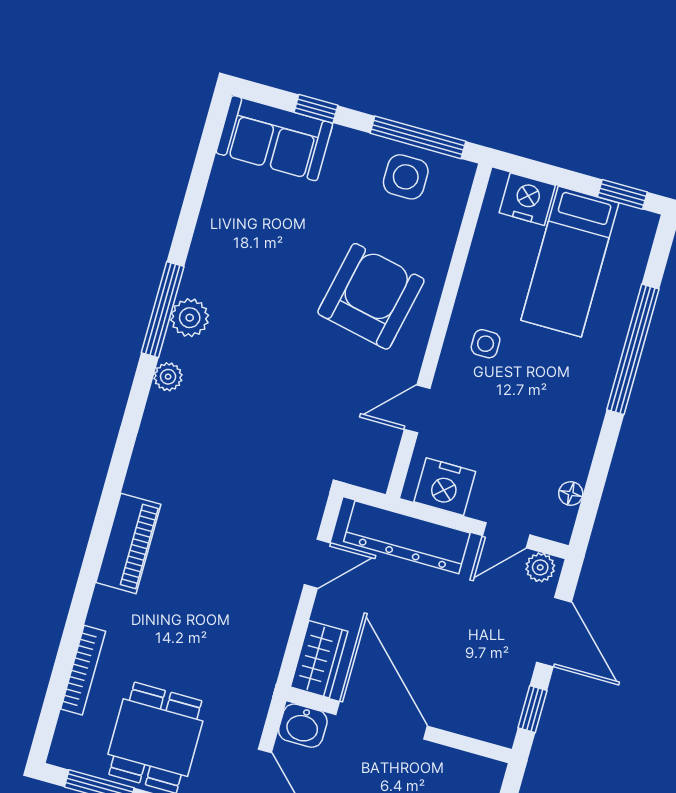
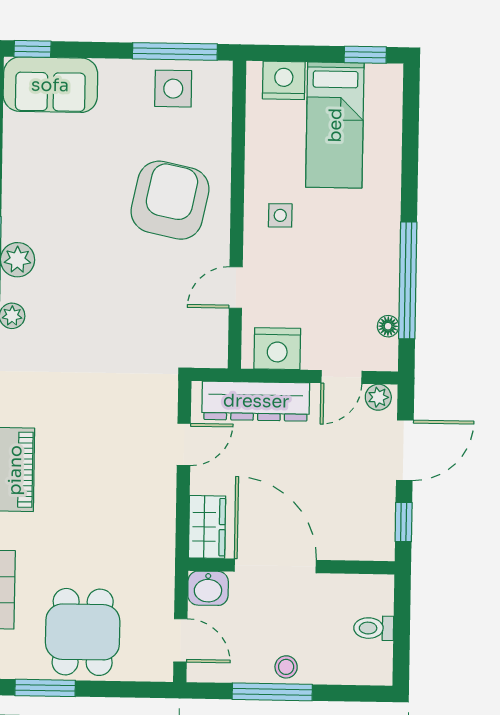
window: (316, 109) -> (32, 49), moved
window: (633, 349) -> (408, 280), moved
door: (554, 632) -> (405, 450), hinge flipped

